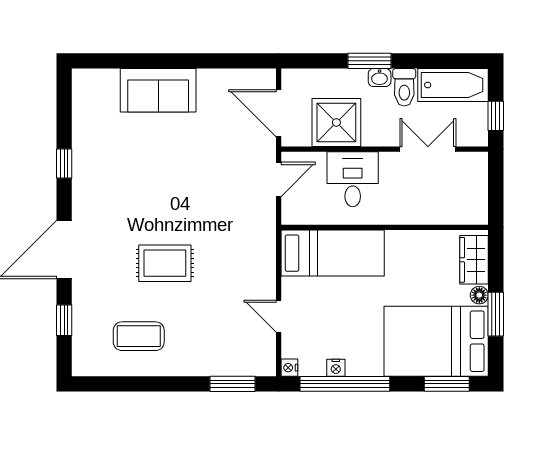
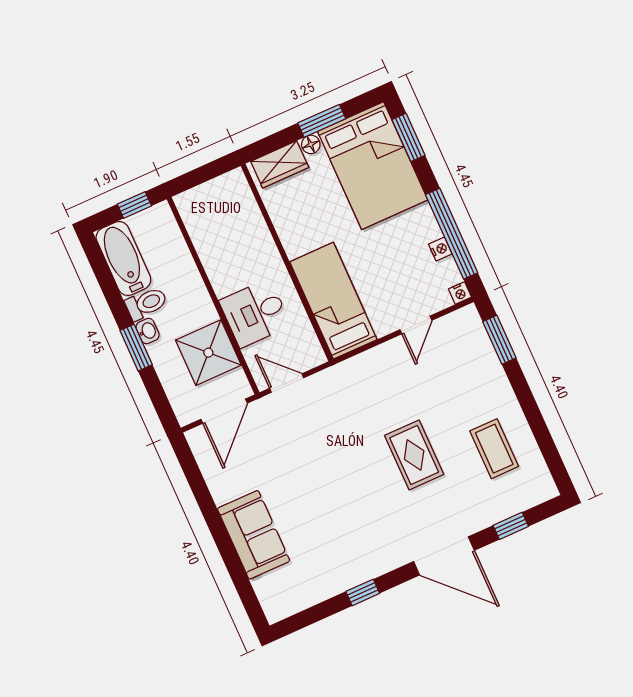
double door: (428, 149) -> (195, 255), removed

